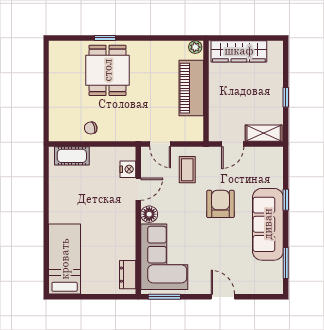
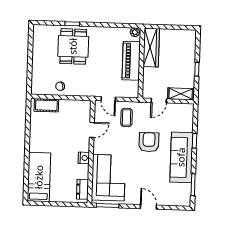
wardrobe: (239, 51) -> (151, 48), moved, turned -90
nightstand: (128, 169) -> (84, 158), moved
floor lamp: (149, 214) -> (99, 148), removed

